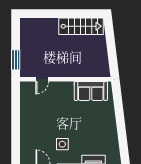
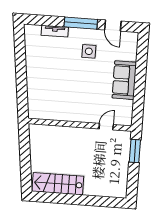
sofa: (91, 91) -> (124, 80), moved, turned -90

